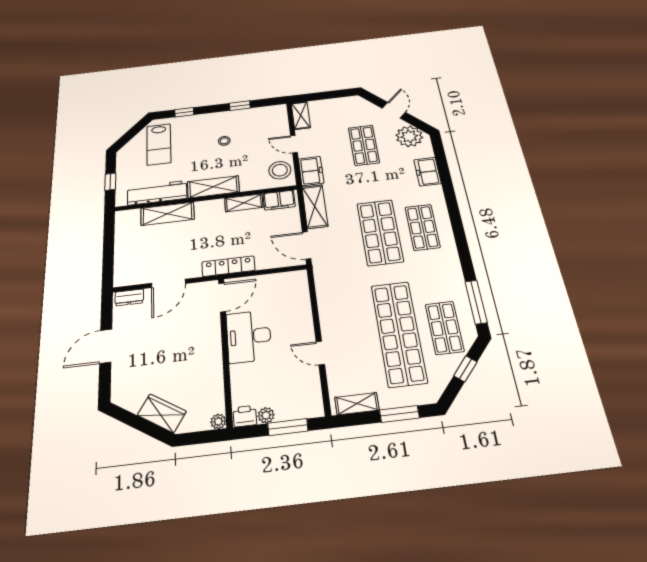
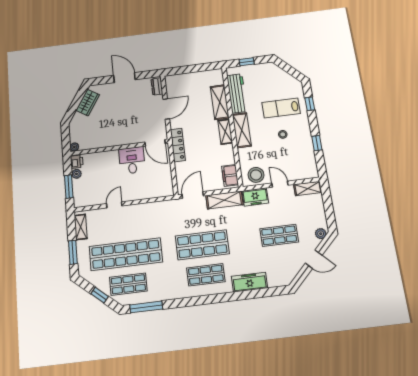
plant: (409, 136) -> (321, 234), moved, width x0.53, depth x0.53
lab bench: (159, 144) -> (281, 108), moved
door: (294, 144) -> (280, 184), hinge flipped
freezer: (427, 172) -> (250, 282), width x1.40
shelving: (244, 203) -> (225, 132), moved
door: (168, 283) -> (166, 109), swing flipped
desk: (249, 336) -> (132, 160), width x0.73
wardrobe: (162, 413) -> (88, 103), moved

